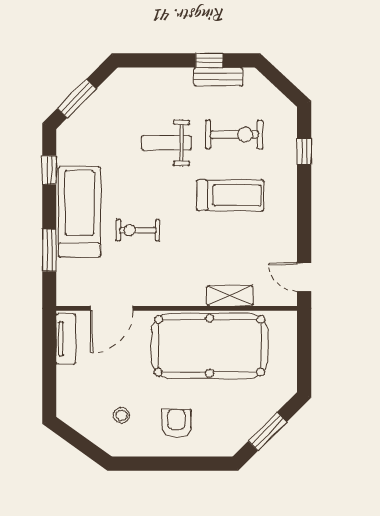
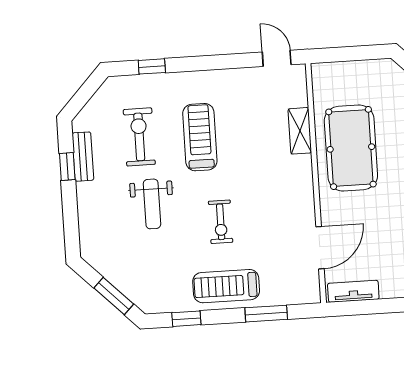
treadmill: (79, 212) -> (226, 286), width x0.73, depth x0.73
exercise bike: (138, 230) -> (221, 222), moved
door: (304, 277) -> (277, 58), swing flipped
door: (112, 308) -> (320, 248), hinge flipped
pool table: (210, 346) -> (351, 148), width x0.73, depth x0.76

